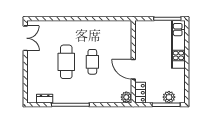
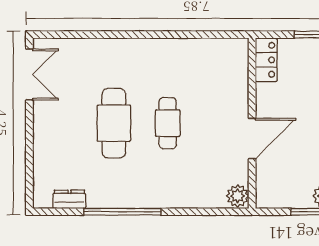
door: (133, 69) -> (252, 139), swing flipped
locker: (140, 93) -> (266, 60), moved

